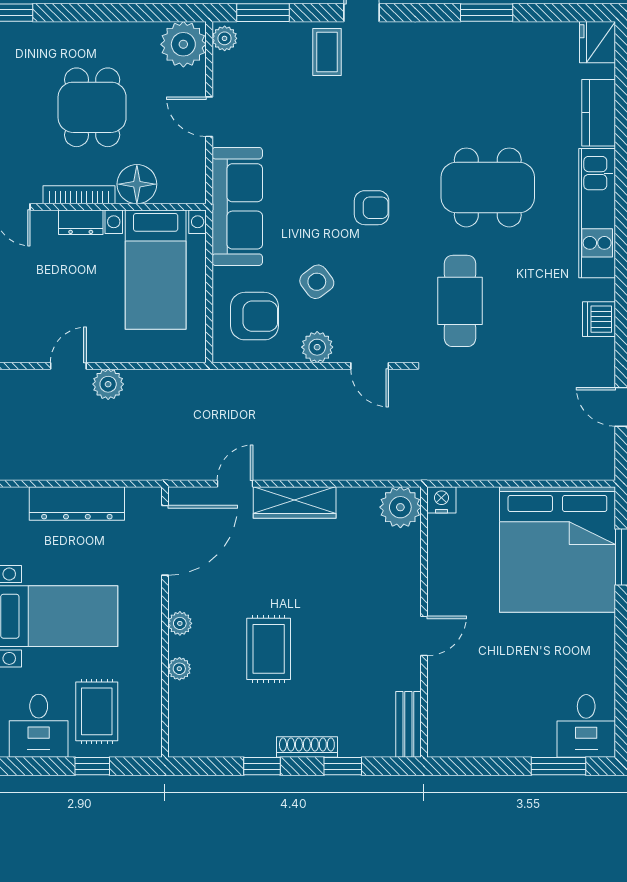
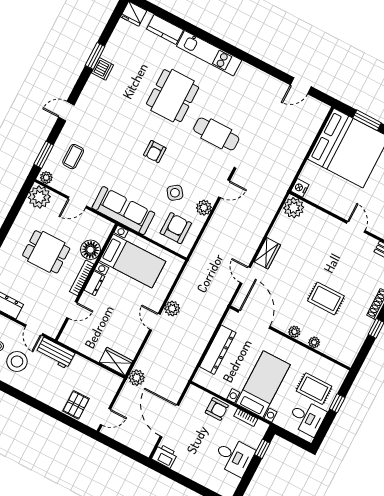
coffee table: (327, 52) -> (73, 157), moved, turned 90
armchair: (372, 208) -> (155, 152), turned 180
dishwasher: (599, 319) -> (102, 69), moved, turned -90
wardrobe: (295, 502) -> (267, 253), width x0.67

